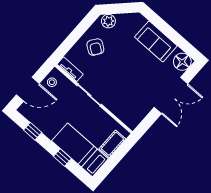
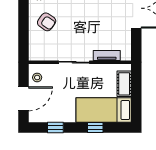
tv unit: (70, 69) -> (107, 56), moved

